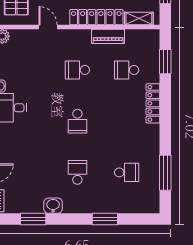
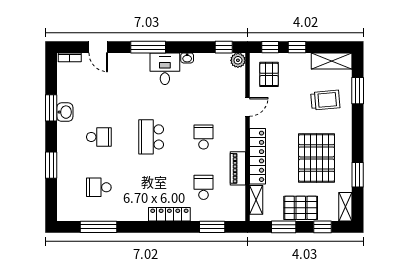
school desk: (77, 121) -> (151, 137), width x1.85
school desk: (127, 172) -> (99, 187), turned 90
window: (33, 219) -> (51, 108), moved

